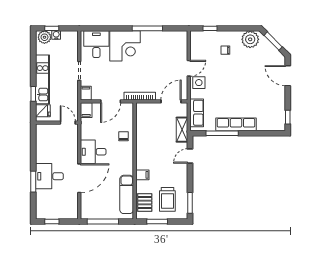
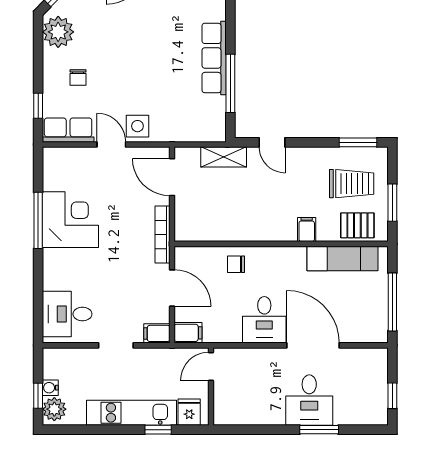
corner desk: (125, 46) -> (70, 220), moved
row of seats: (197, 113) -> (68, 130), moved

